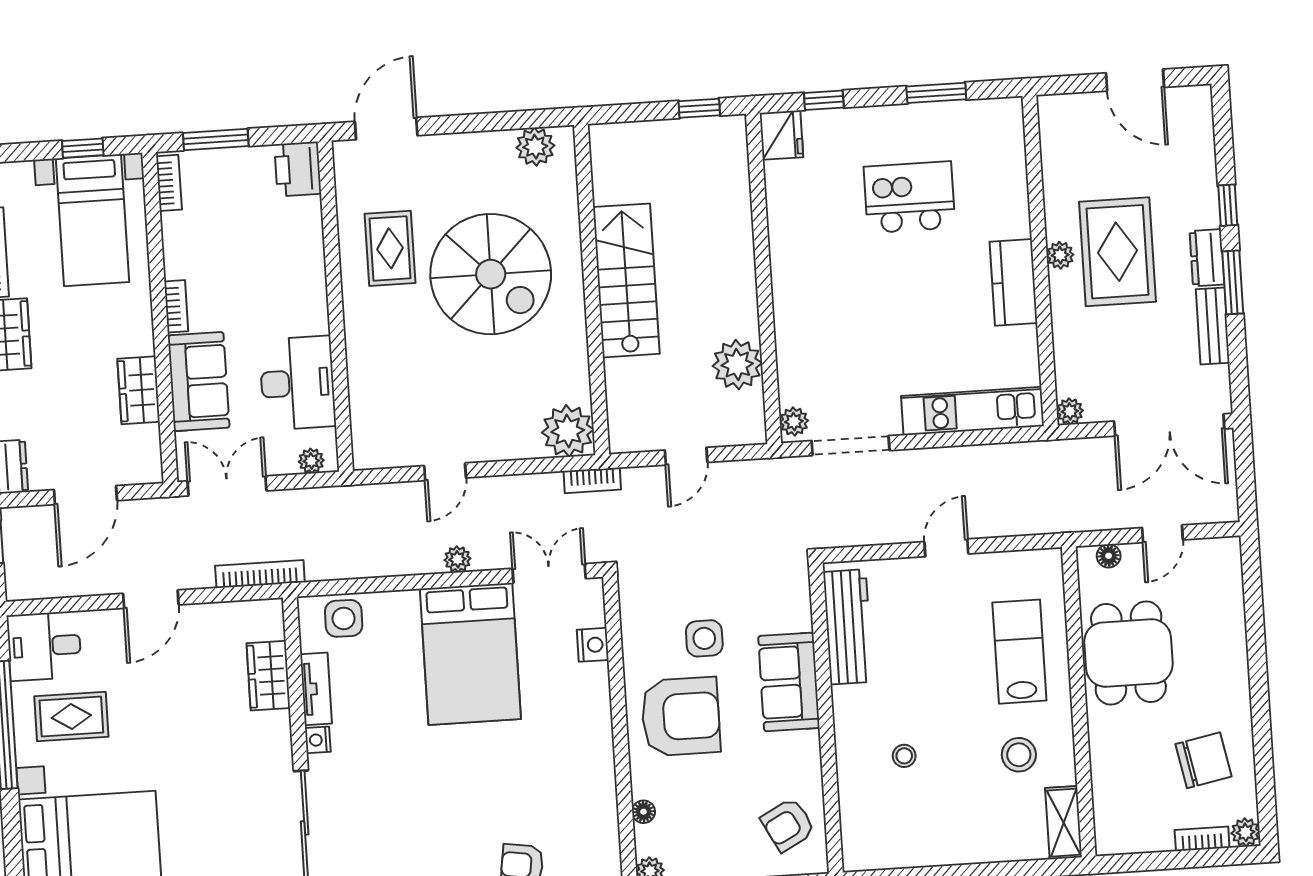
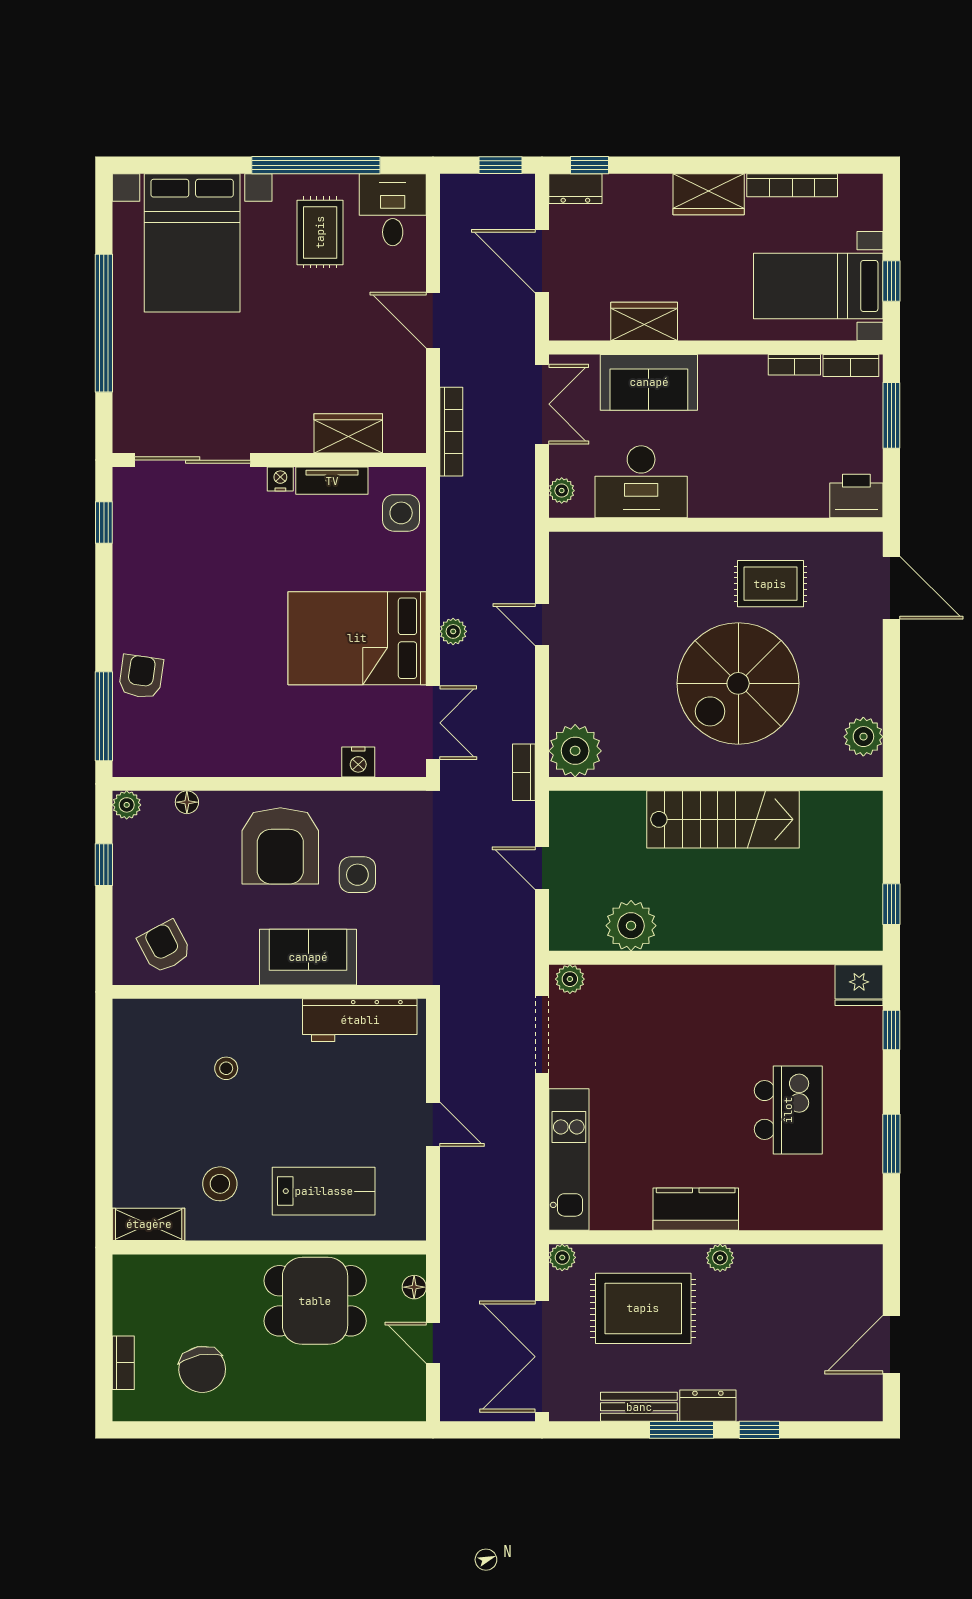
rug: (1117, 252) -> (643, 1308), moved
bookcase: (176, 306) -> (794, 365), moved
plant: (1245, 832) -> (127, 1407), removed

